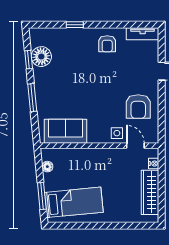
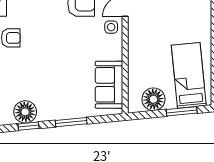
floor lamp: (47, 167) -> (153, 99), width x1.89, depth x1.89

